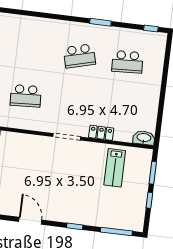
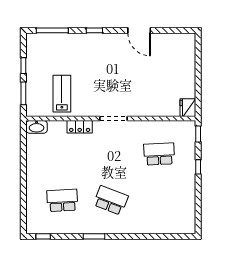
school desk: (79, 56) -> (111, 200), turned 36

